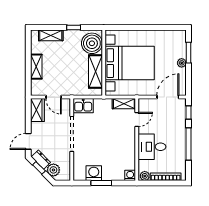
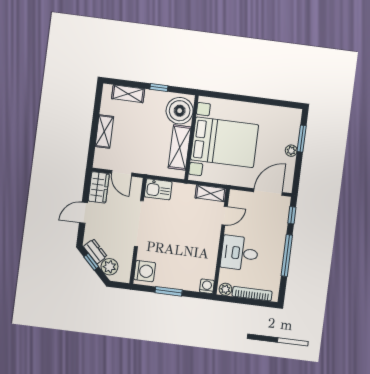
door: (28, 141) -> (84, 213), moved
washing machine: (94, 173) -> (145, 271), moved, turned 90

